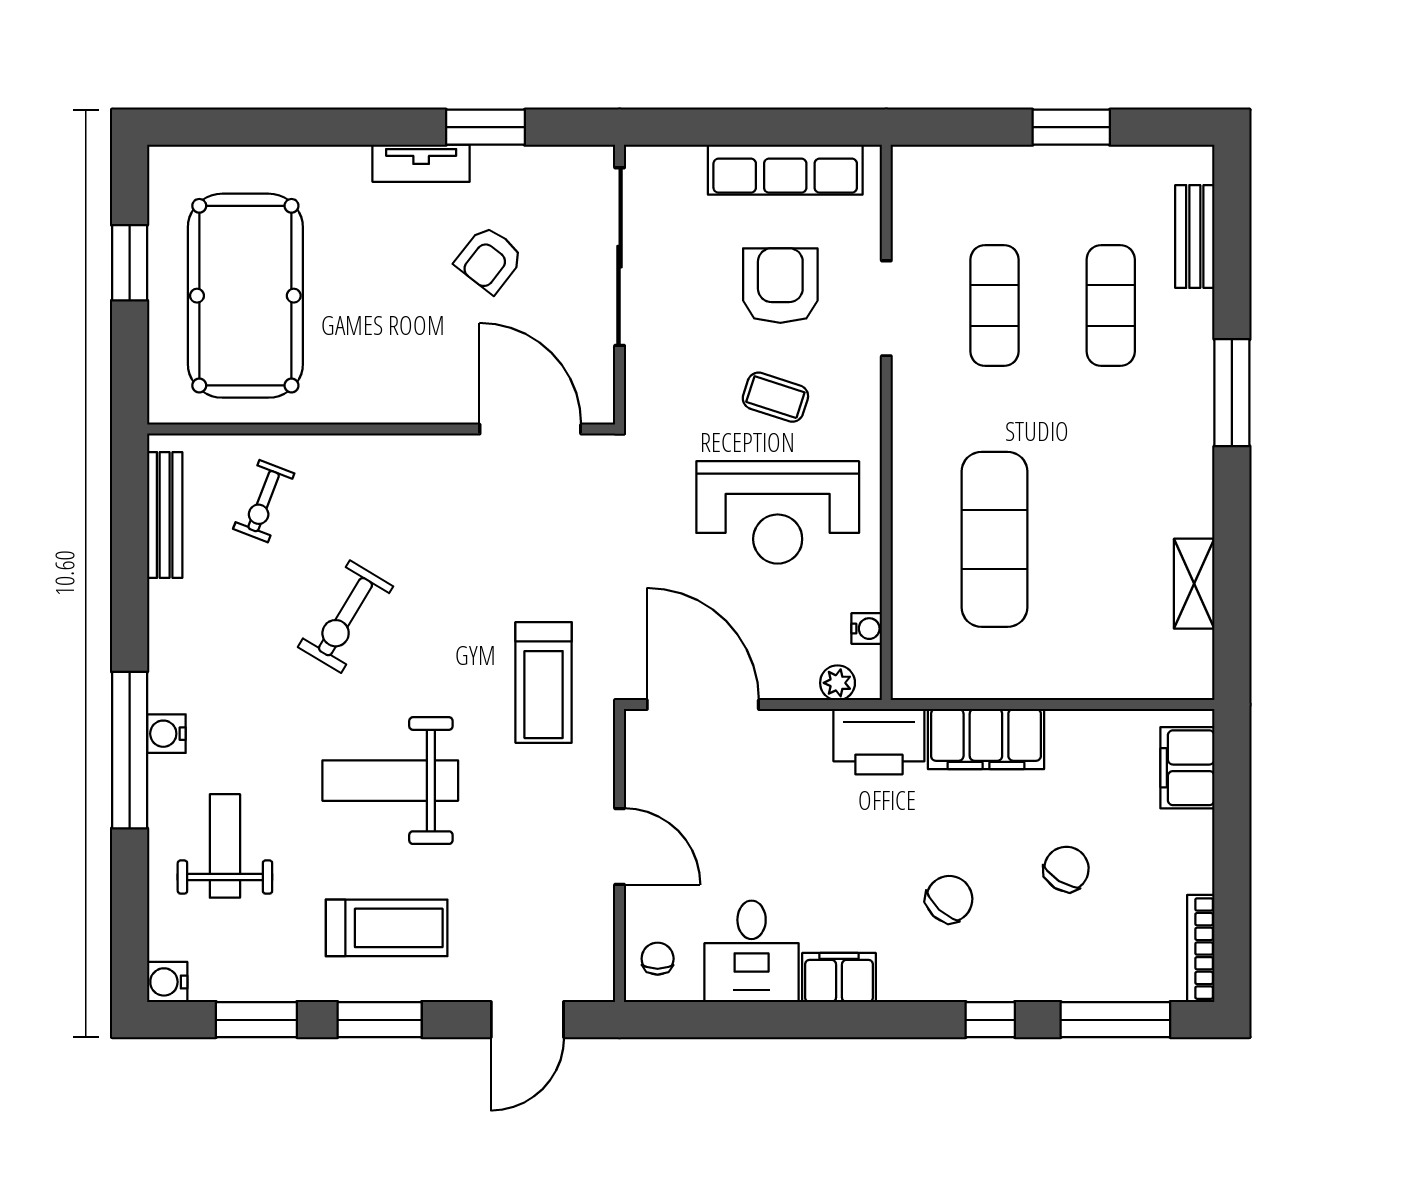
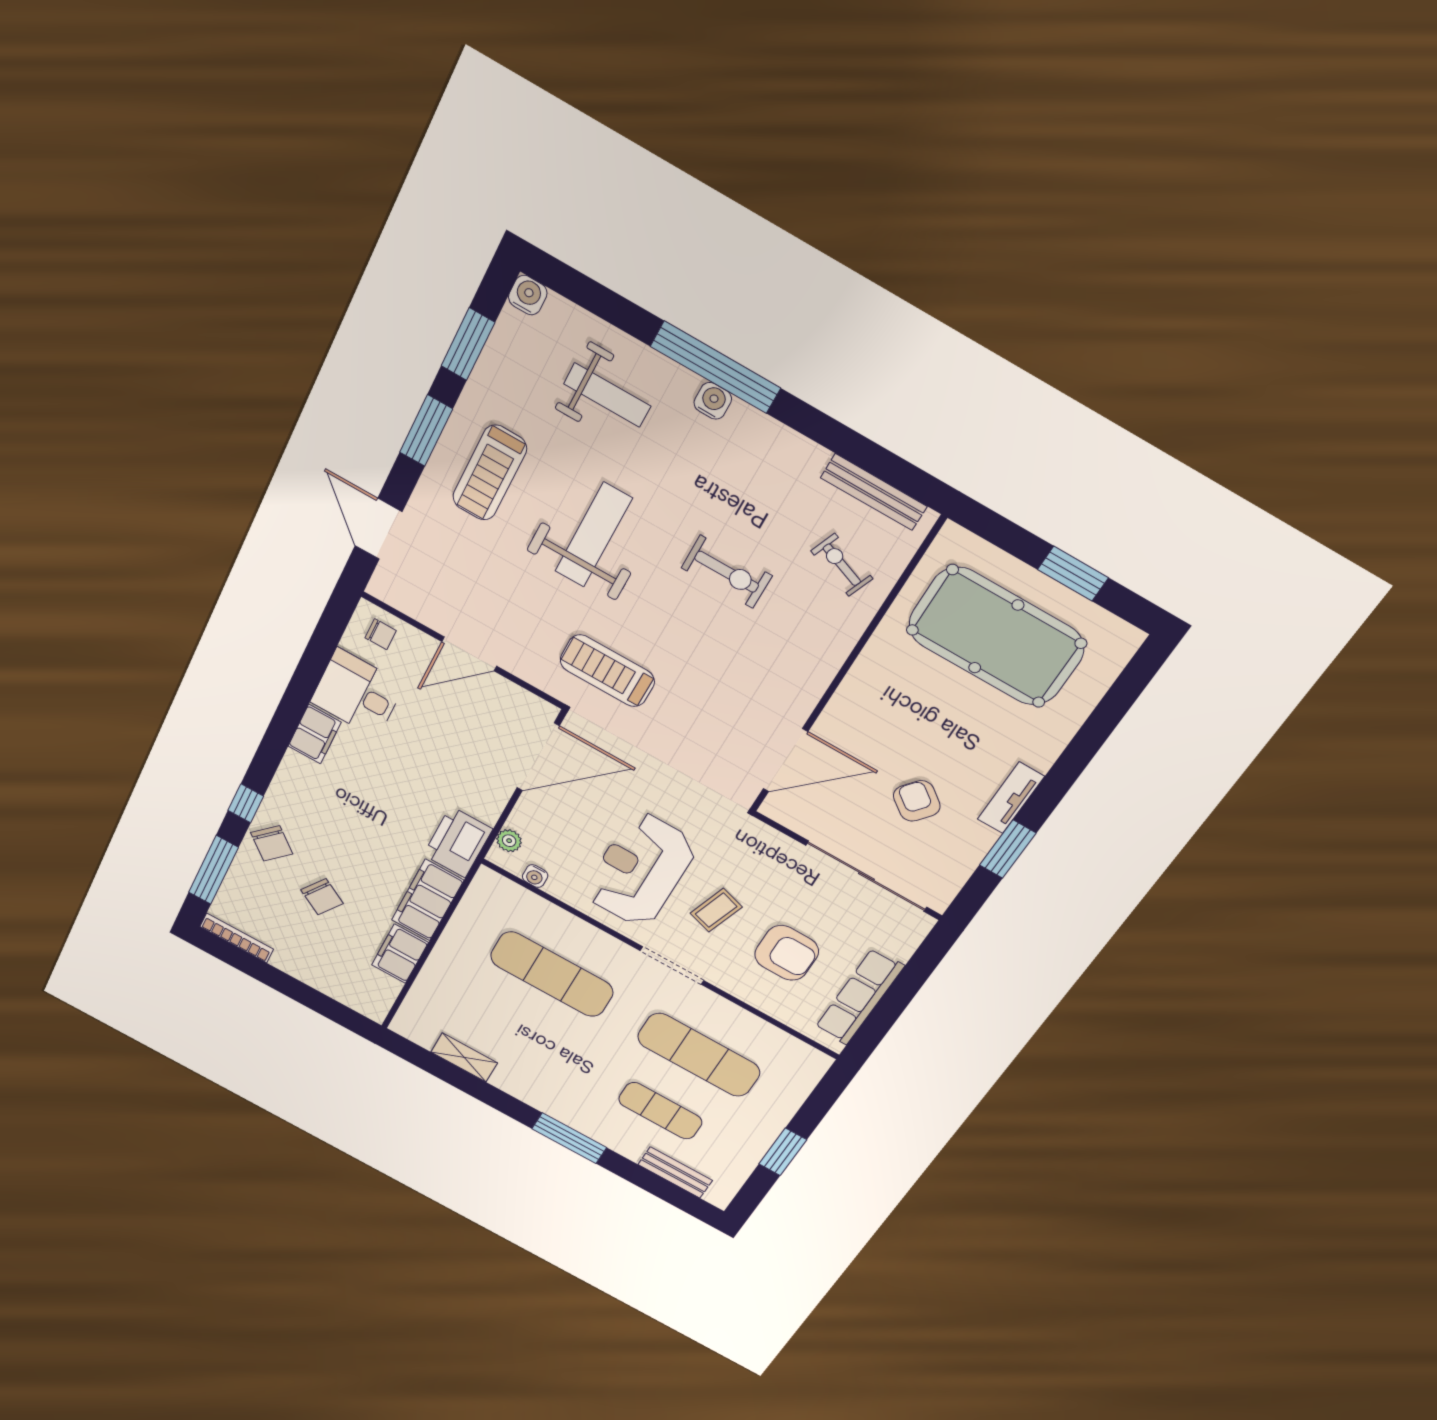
exercise mat: (995, 306) -> (699, 1055), width x1.36, depth x1.45
doorway: (886, 308) -> (672, 966), moved
exercise bike: (346, 617) -> (727, 572), turned 149
filing cabinet: (1187, 768) -> (400, 954), moved, turned -90
chair: (949, 899) -> (272, 843), moved

